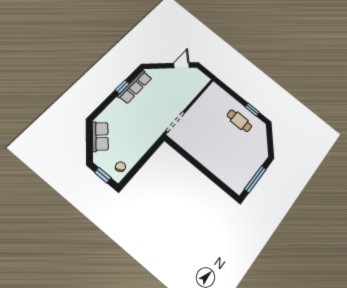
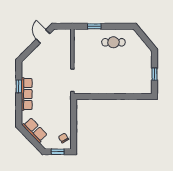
row of seats: (135, 87) -> (27, 94), moved
window: (252, 110) -> (94, 26), moved
window: (255, 179) -> (154, 74), width x0.46

